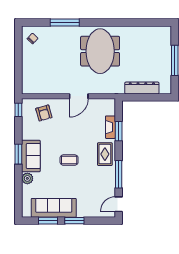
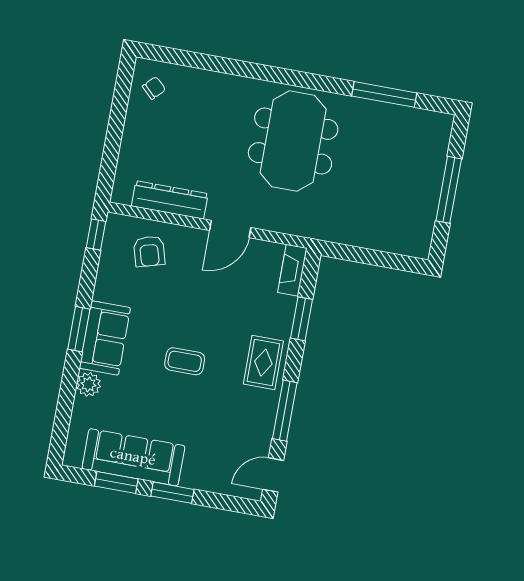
window: (65, 22) -> (384, 94), moved
dresser: (142, 88) -> (170, 200), moved
fireplace: (110, 127) -> (292, 270), moved

